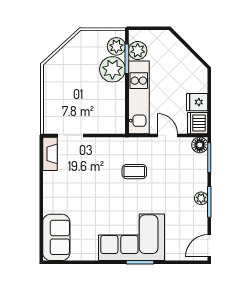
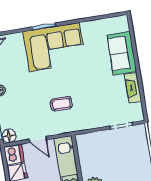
fireplace: (50, 154) -> (133, 88), moved
sofa: (56, 237) -> (122, 53), moved

